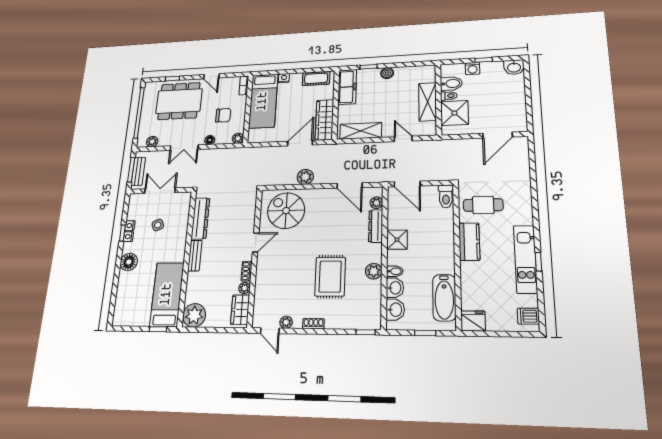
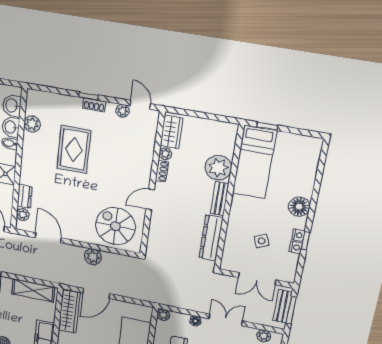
spiral stairs: (286, 211) -> (115, 226), turned 180
dresser: (376, 226) -> (25, 196), width x0.70
plant: (374, 271) -> (32, 124), moved
plant: (194, 315) -> (218, 168), moved
window: (366, 332) -> (89, 96), moved

